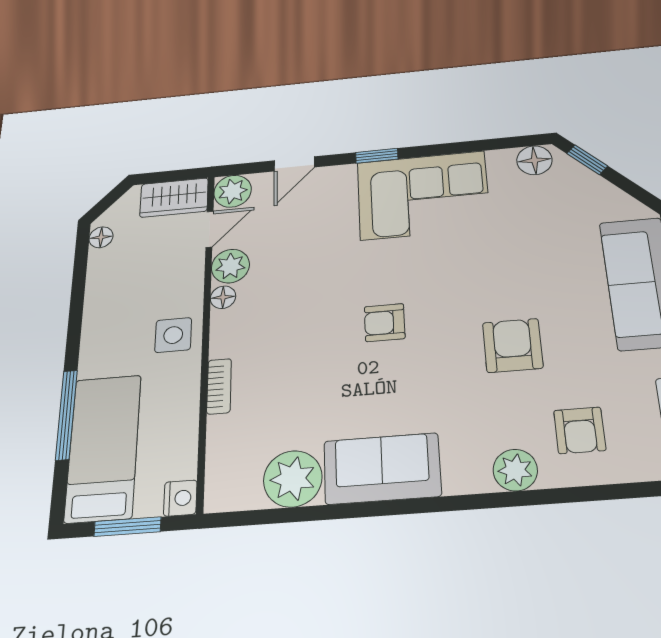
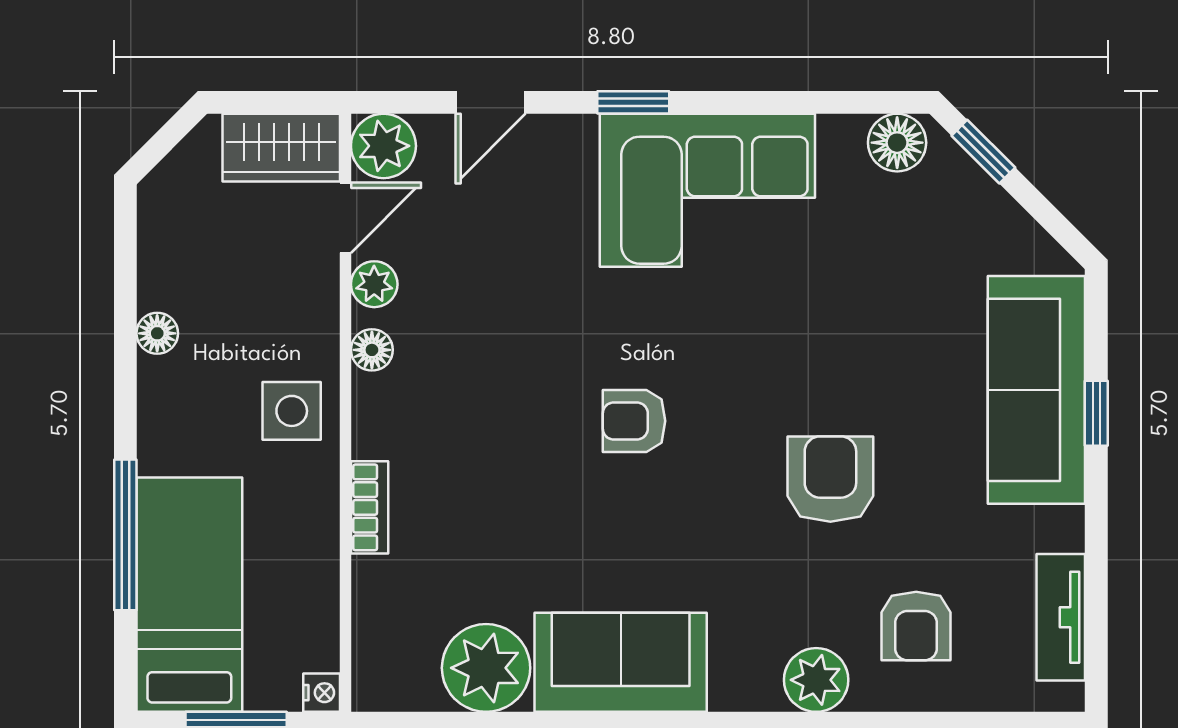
floor lamp: (101, 237) -> (157, 333), moved
plant: (230, 266) -> (374, 284), width x0.73, depth x0.73
nightstand: (180, 498) -> (322, 693), width x0.72, depth x0.74

